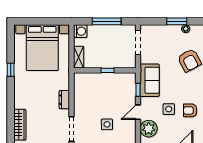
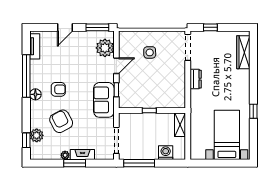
window: (107, 21) -> (139, 163), moved
fireplace: (170, 29) -> (82, 154), added
washing machine: (80, 31) -> (166, 153), moved, turned 90
bed with nightstands: (42, 48) -> (227, 135), width x0.73
side table: (169, 109) -> (83, 69), removed
armchair: (190, 110) -> (58, 89), moved

